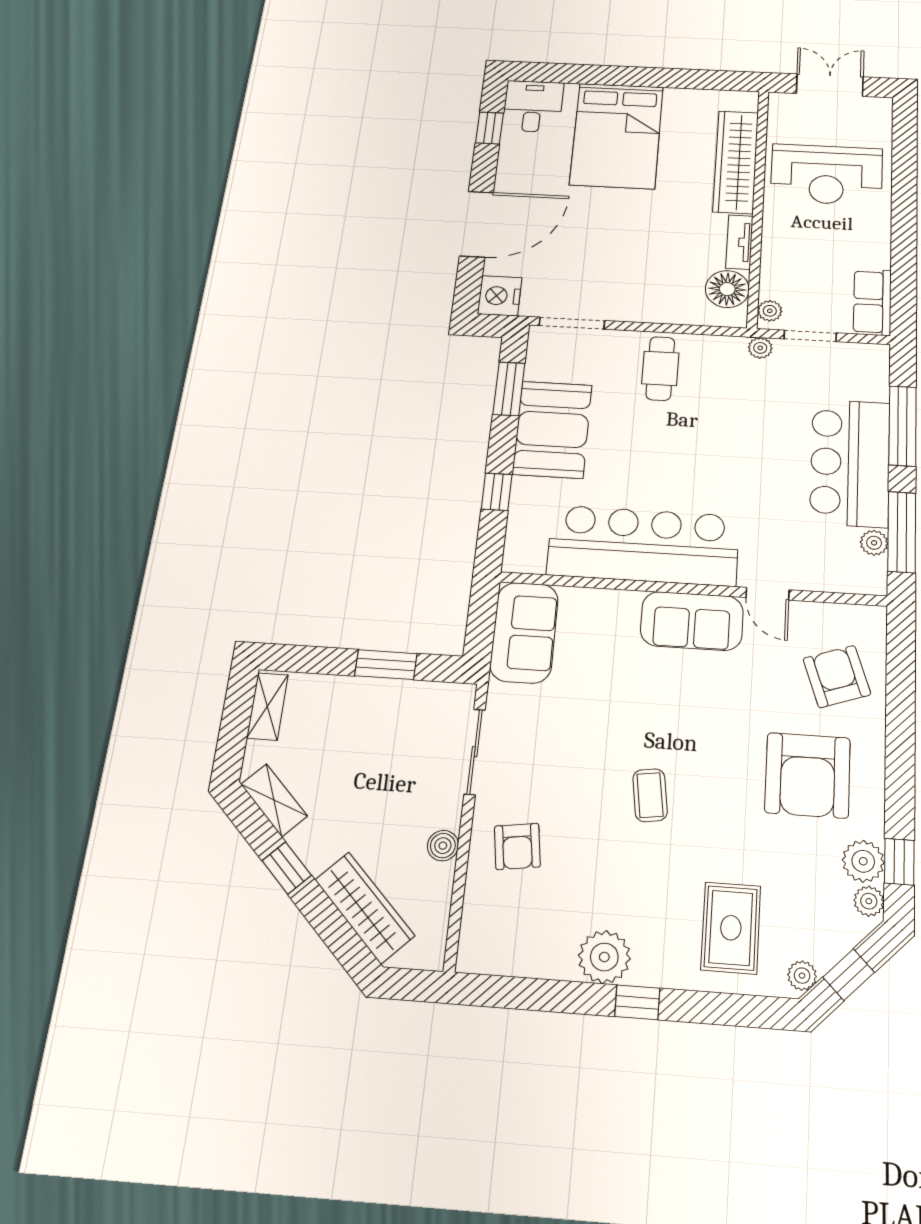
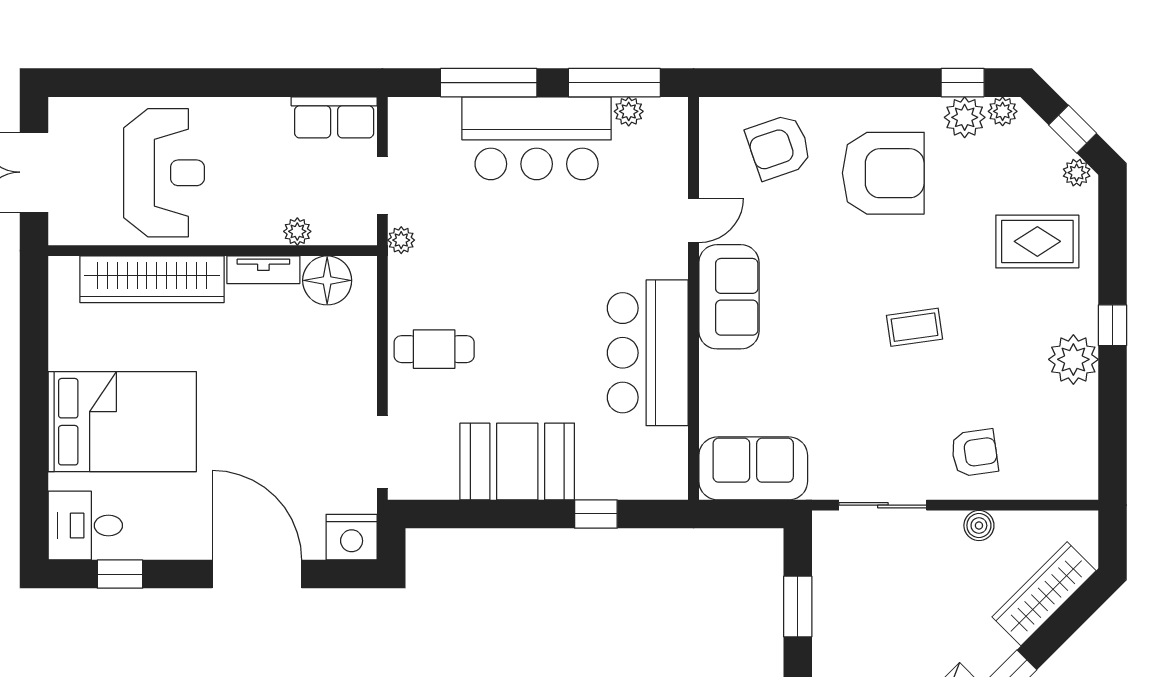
plant: (770, 311) -> (297, 231), moved
window: (509, 389) -> (470, 514), removed
bar counter: (643, 545) -> (648, 353), width x0.73

